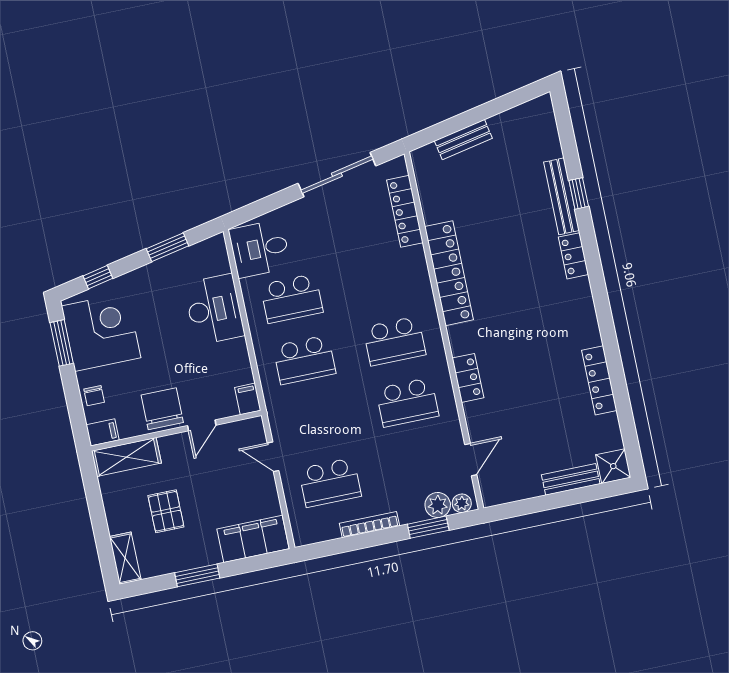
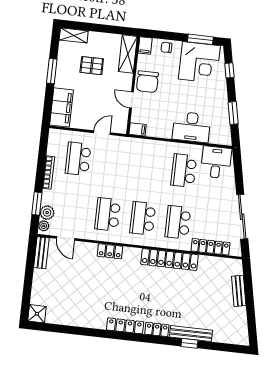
school desk: (304, 360) -> (178, 222), moved
locker: (599, 380) -> (125, 326), moved
chair: (162, 409) -> (147, 82), turned 90
bench: (571, 479) -> (41, 253), moved

